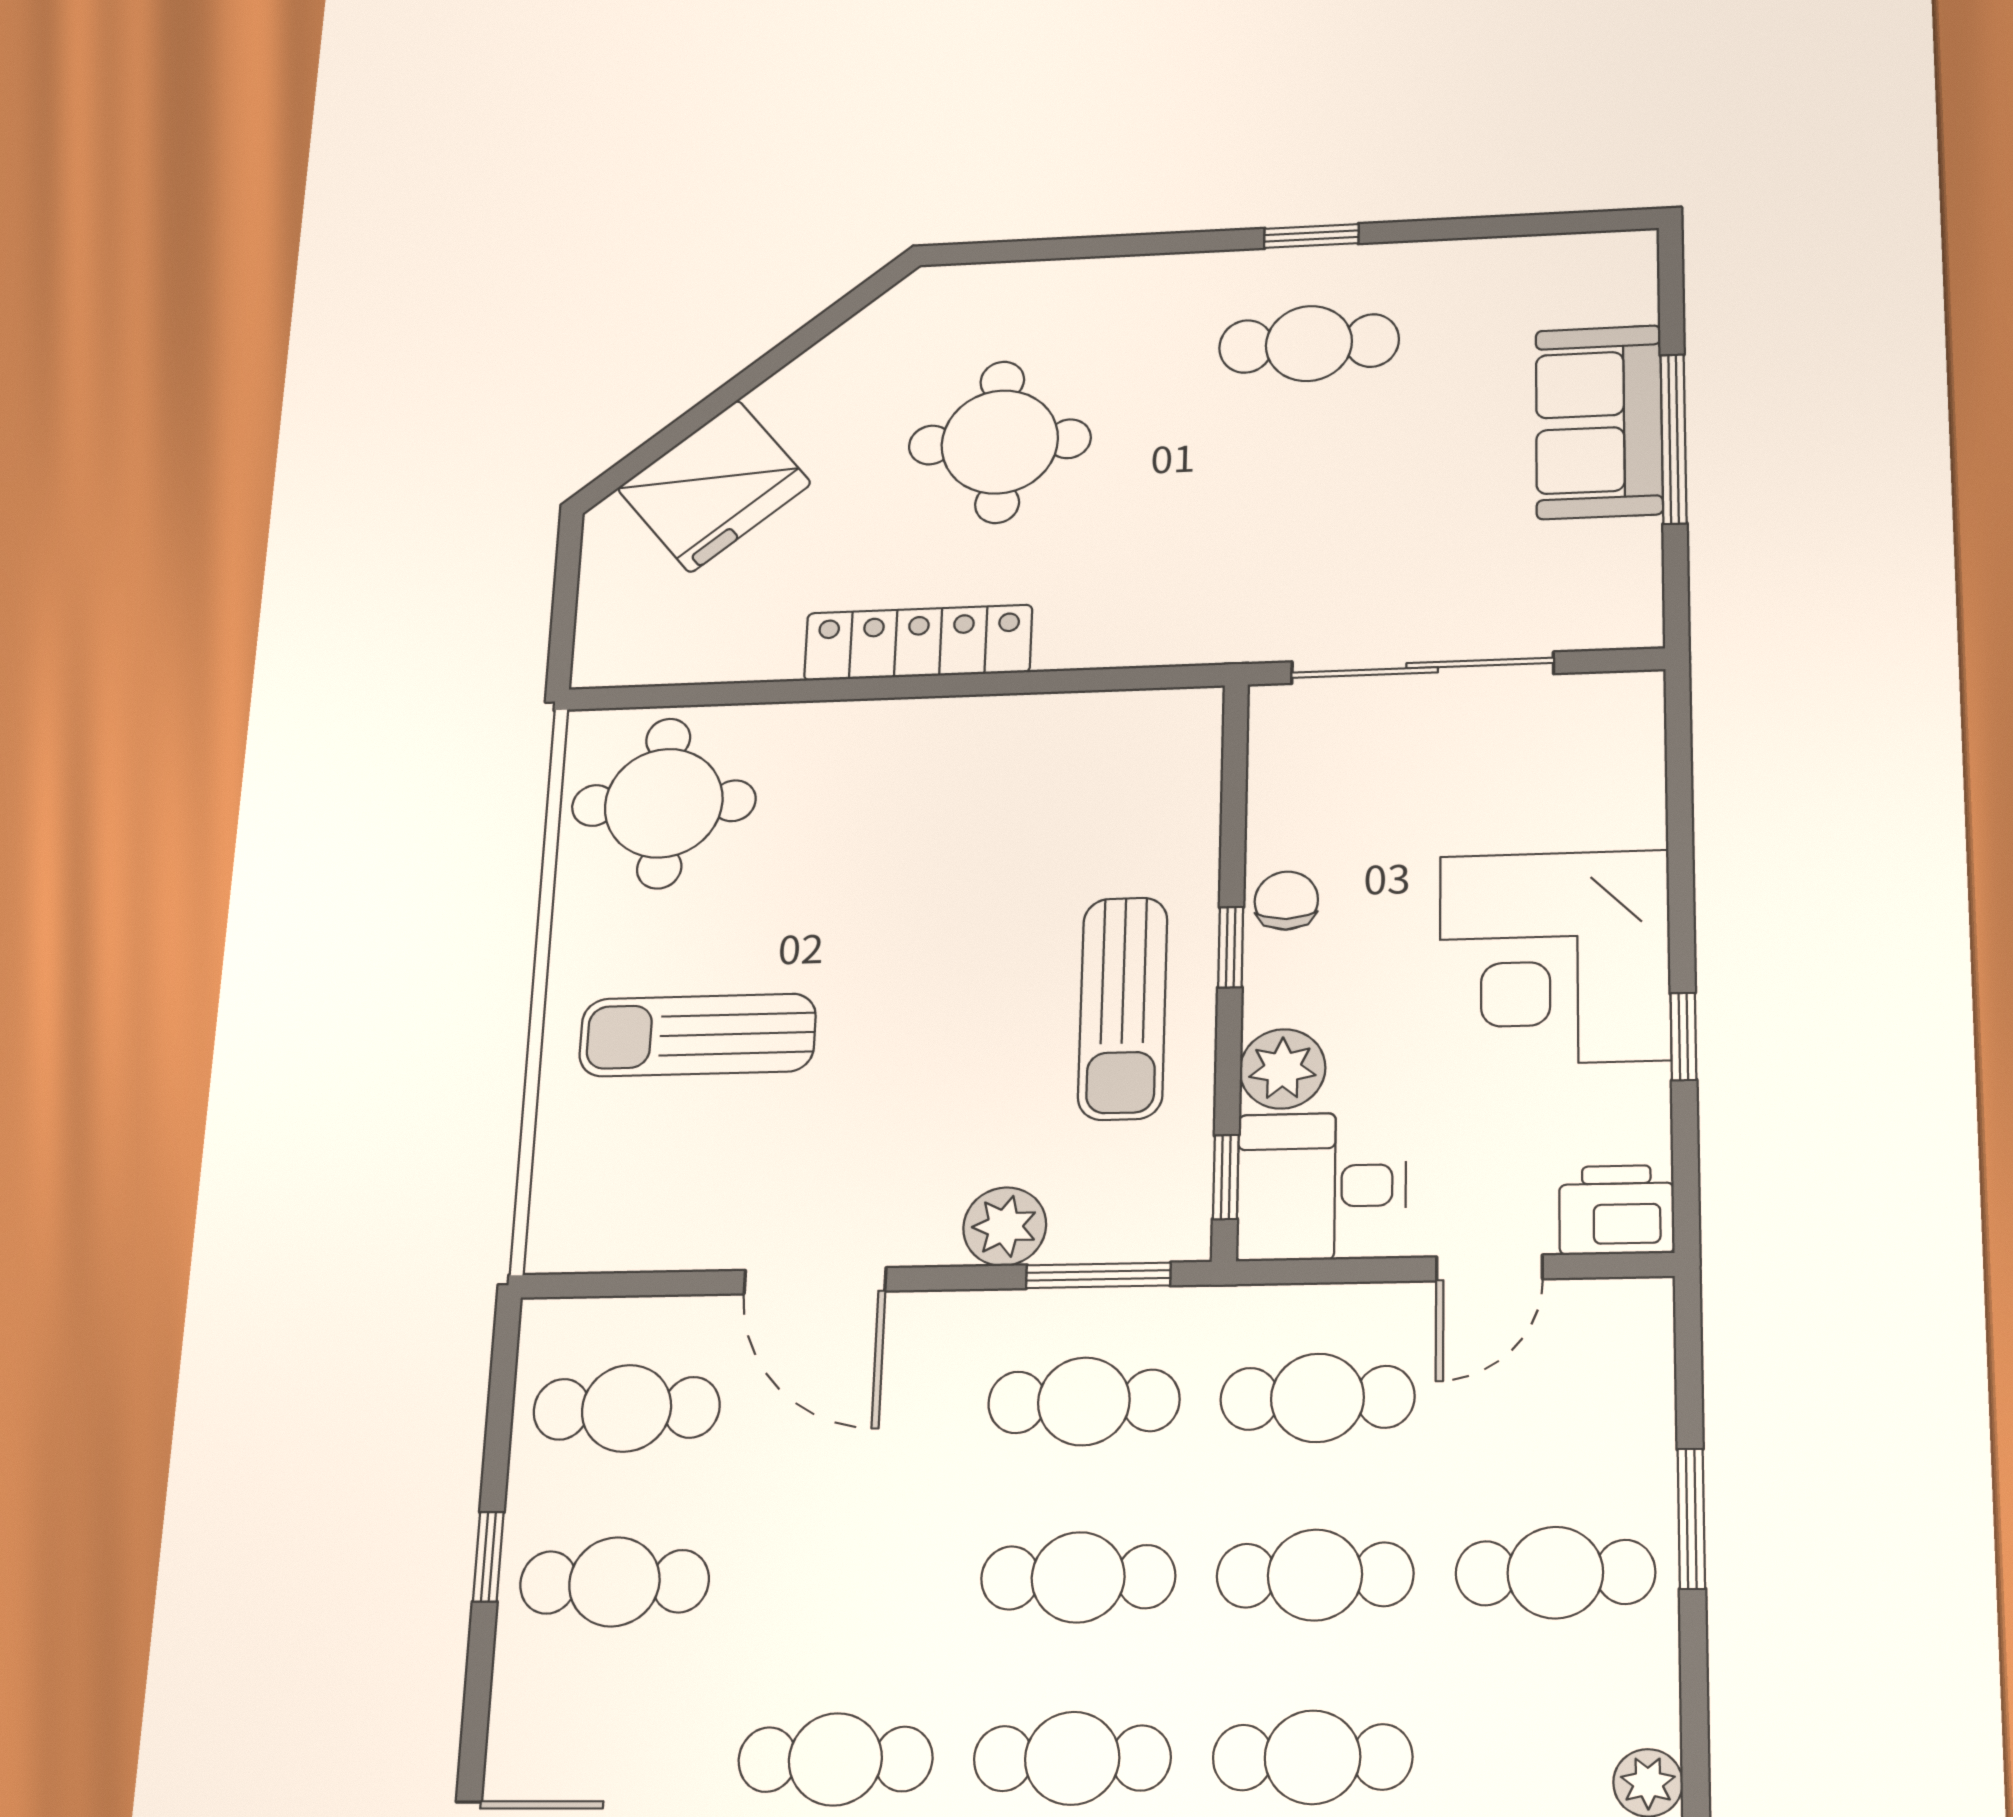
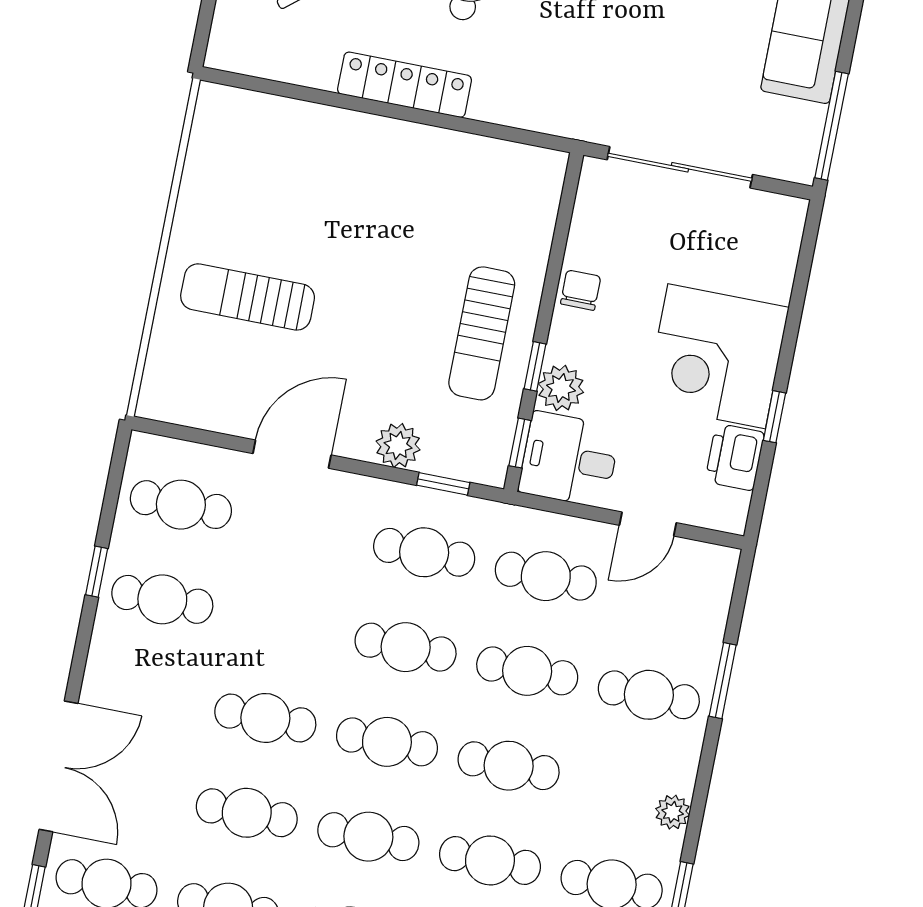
window: (1674, 439) -> (832, 126), moved
round table: (664, 803) -> (247, 151), removed
window: (1231, 947) -> (535, 366), moved
printer: (1617, 1210) -> (735, 457), moved, turned -90
window: (1098, 1275) -> (443, 484), width x0.67
door: (815, 1281) -> (292, 454), swing flipped

